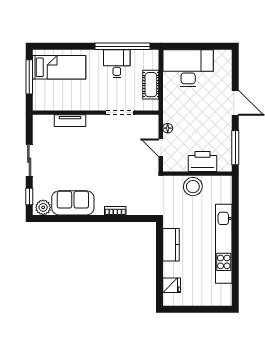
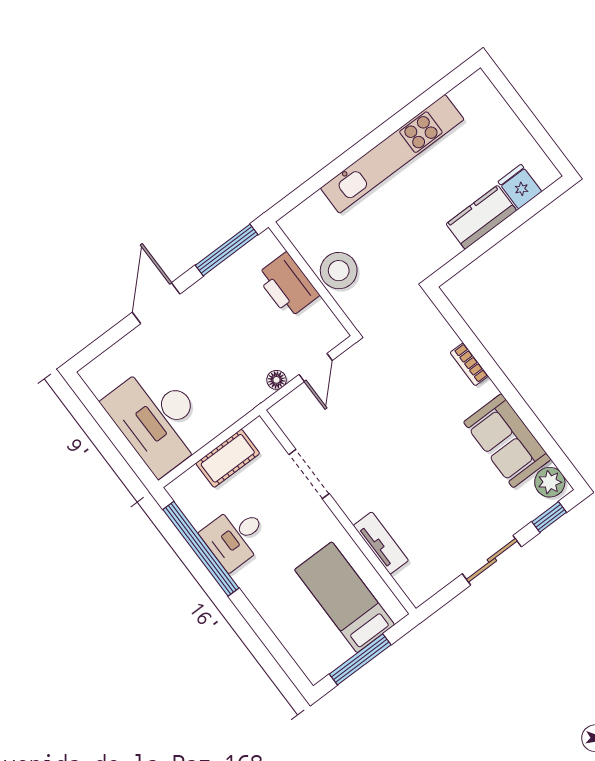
bed: (59, 67) -> (345, 597), moved
kitchen counter: (171, 245) -> (481, 217), moved

